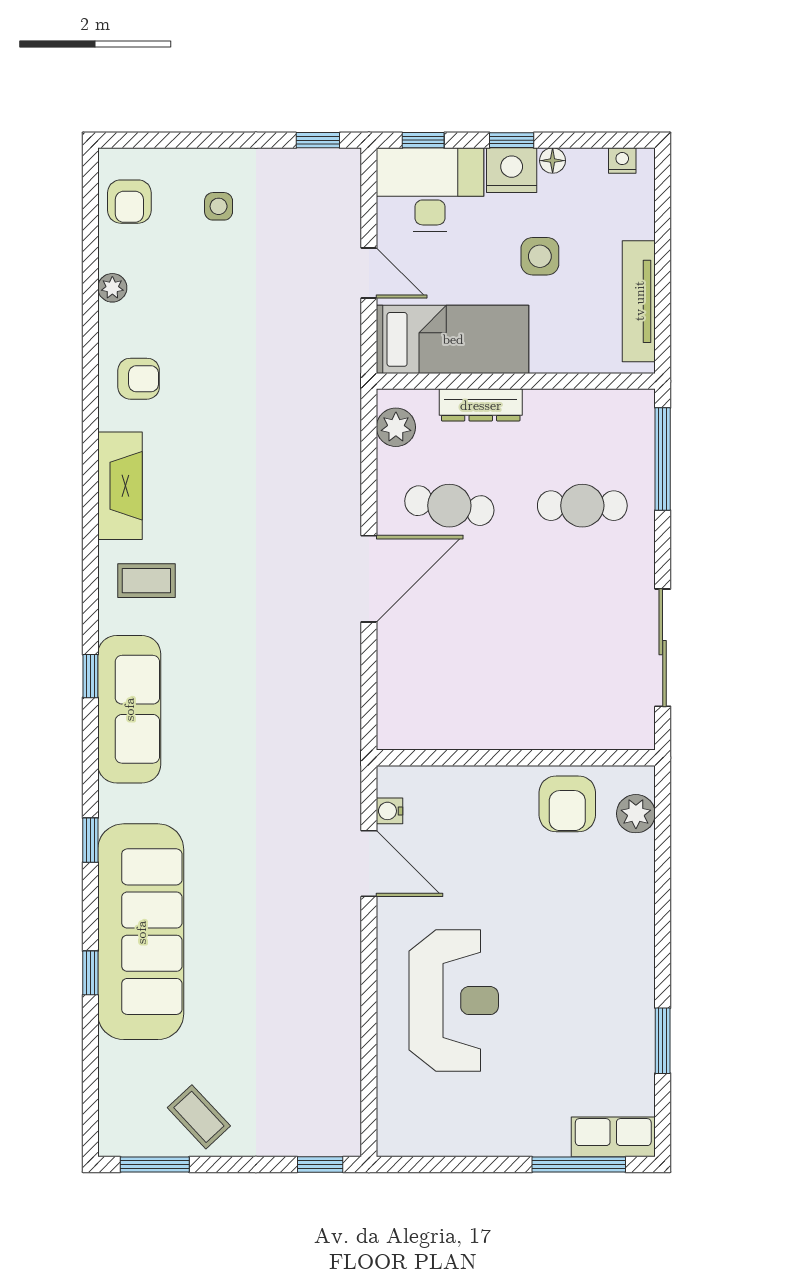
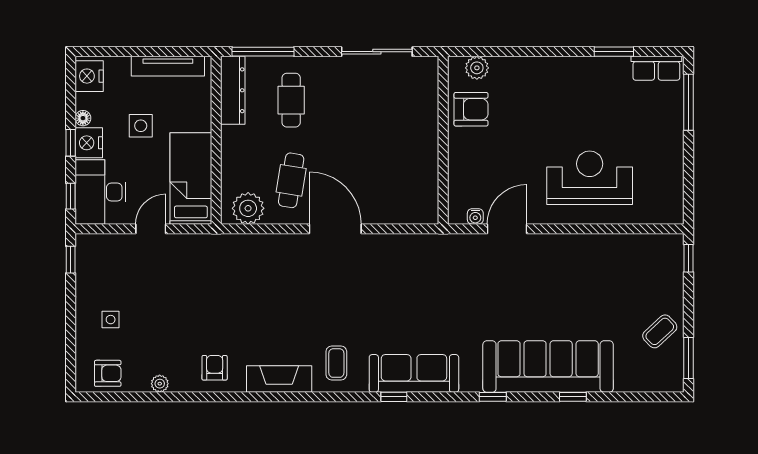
nightstand: (622, 161) -> (89, 76), width x1.89, depth x1.79
dresser: (481, 405) -> (233, 90), moved, width x1.37, depth x1.24
plant: (396, 427) -> (248, 208), width x1.36, depth x1.36
row of seats: (613, 1137) -> (656, 68), moved, turned -90

